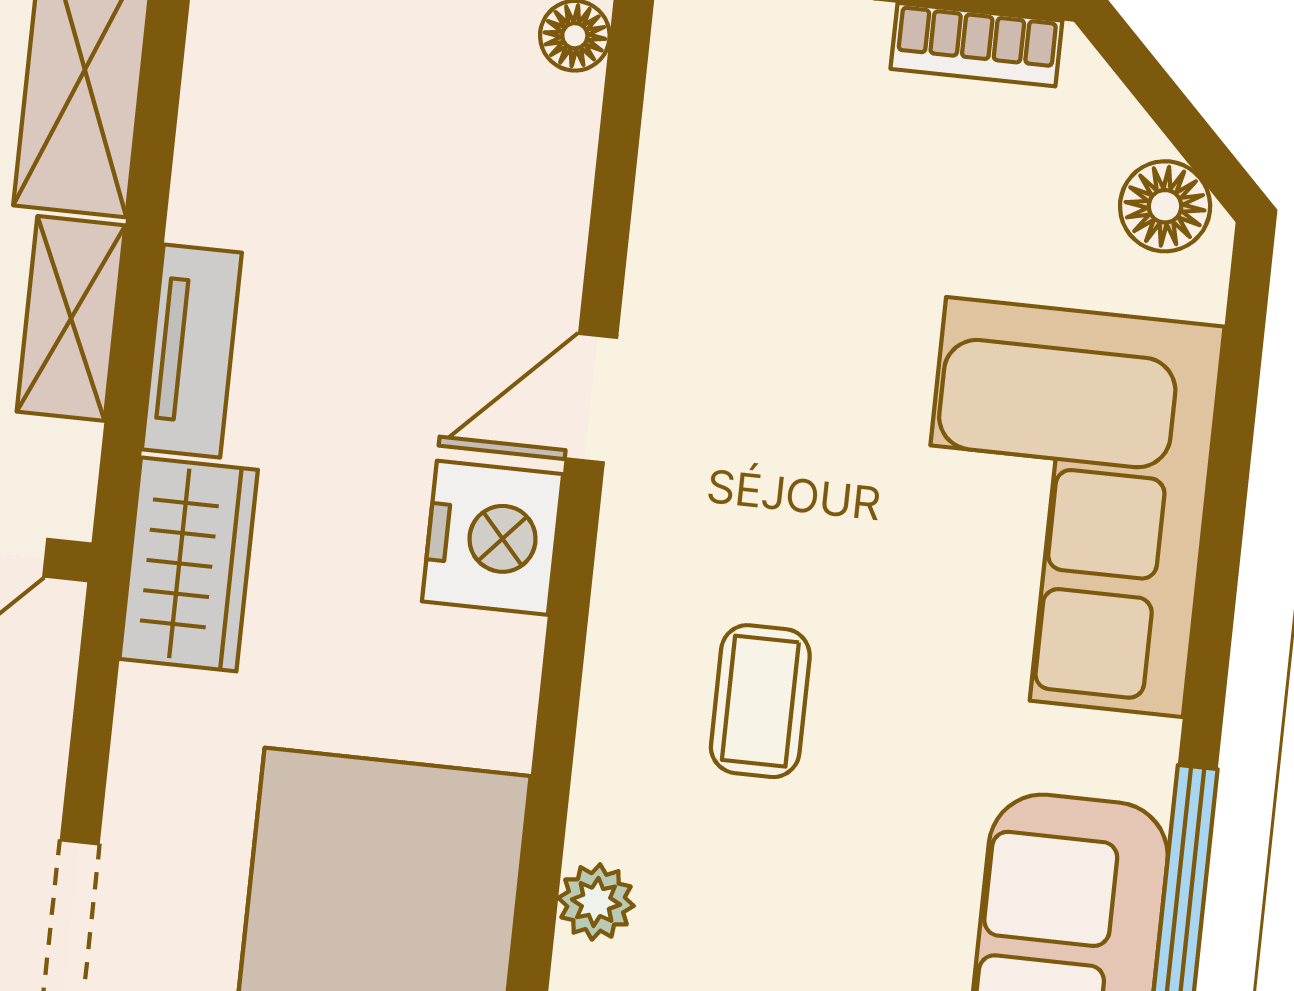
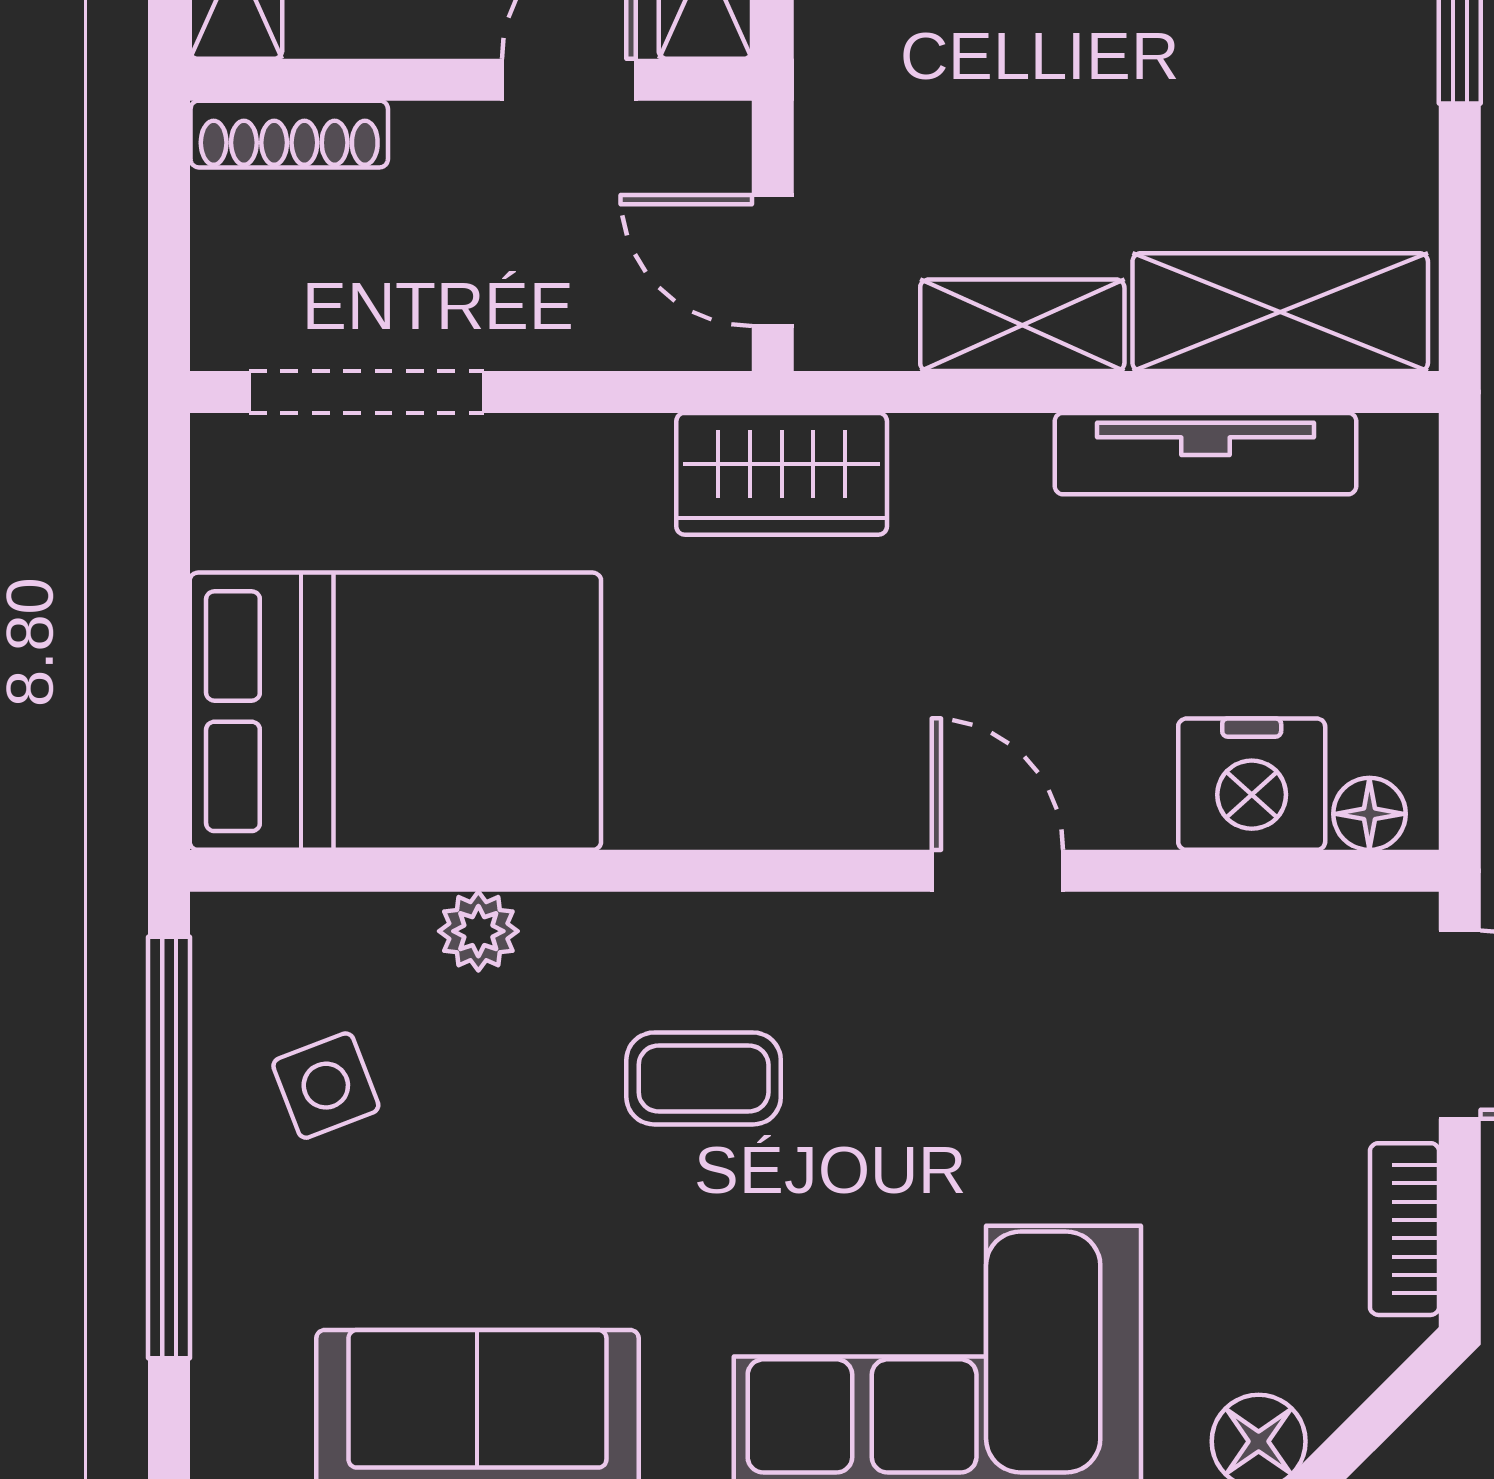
tv unit: (192, 351) -> (1205, 454), moved, width x1.41
nightstand: (492, 538) -> (1252, 784), moved

